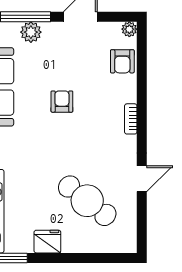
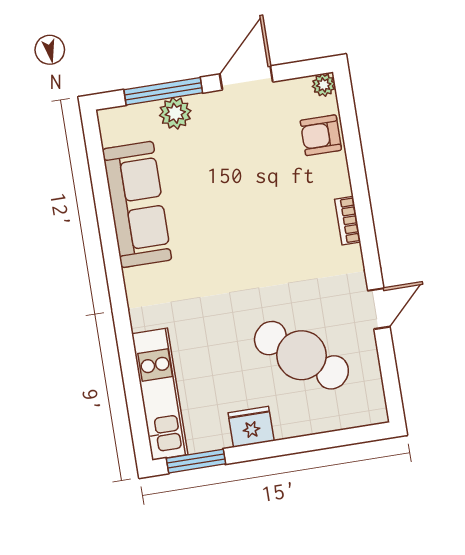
armchair: (122, 61) -> (321, 135), turned 90
armchair: (62, 102) -> (239, 211), removed

